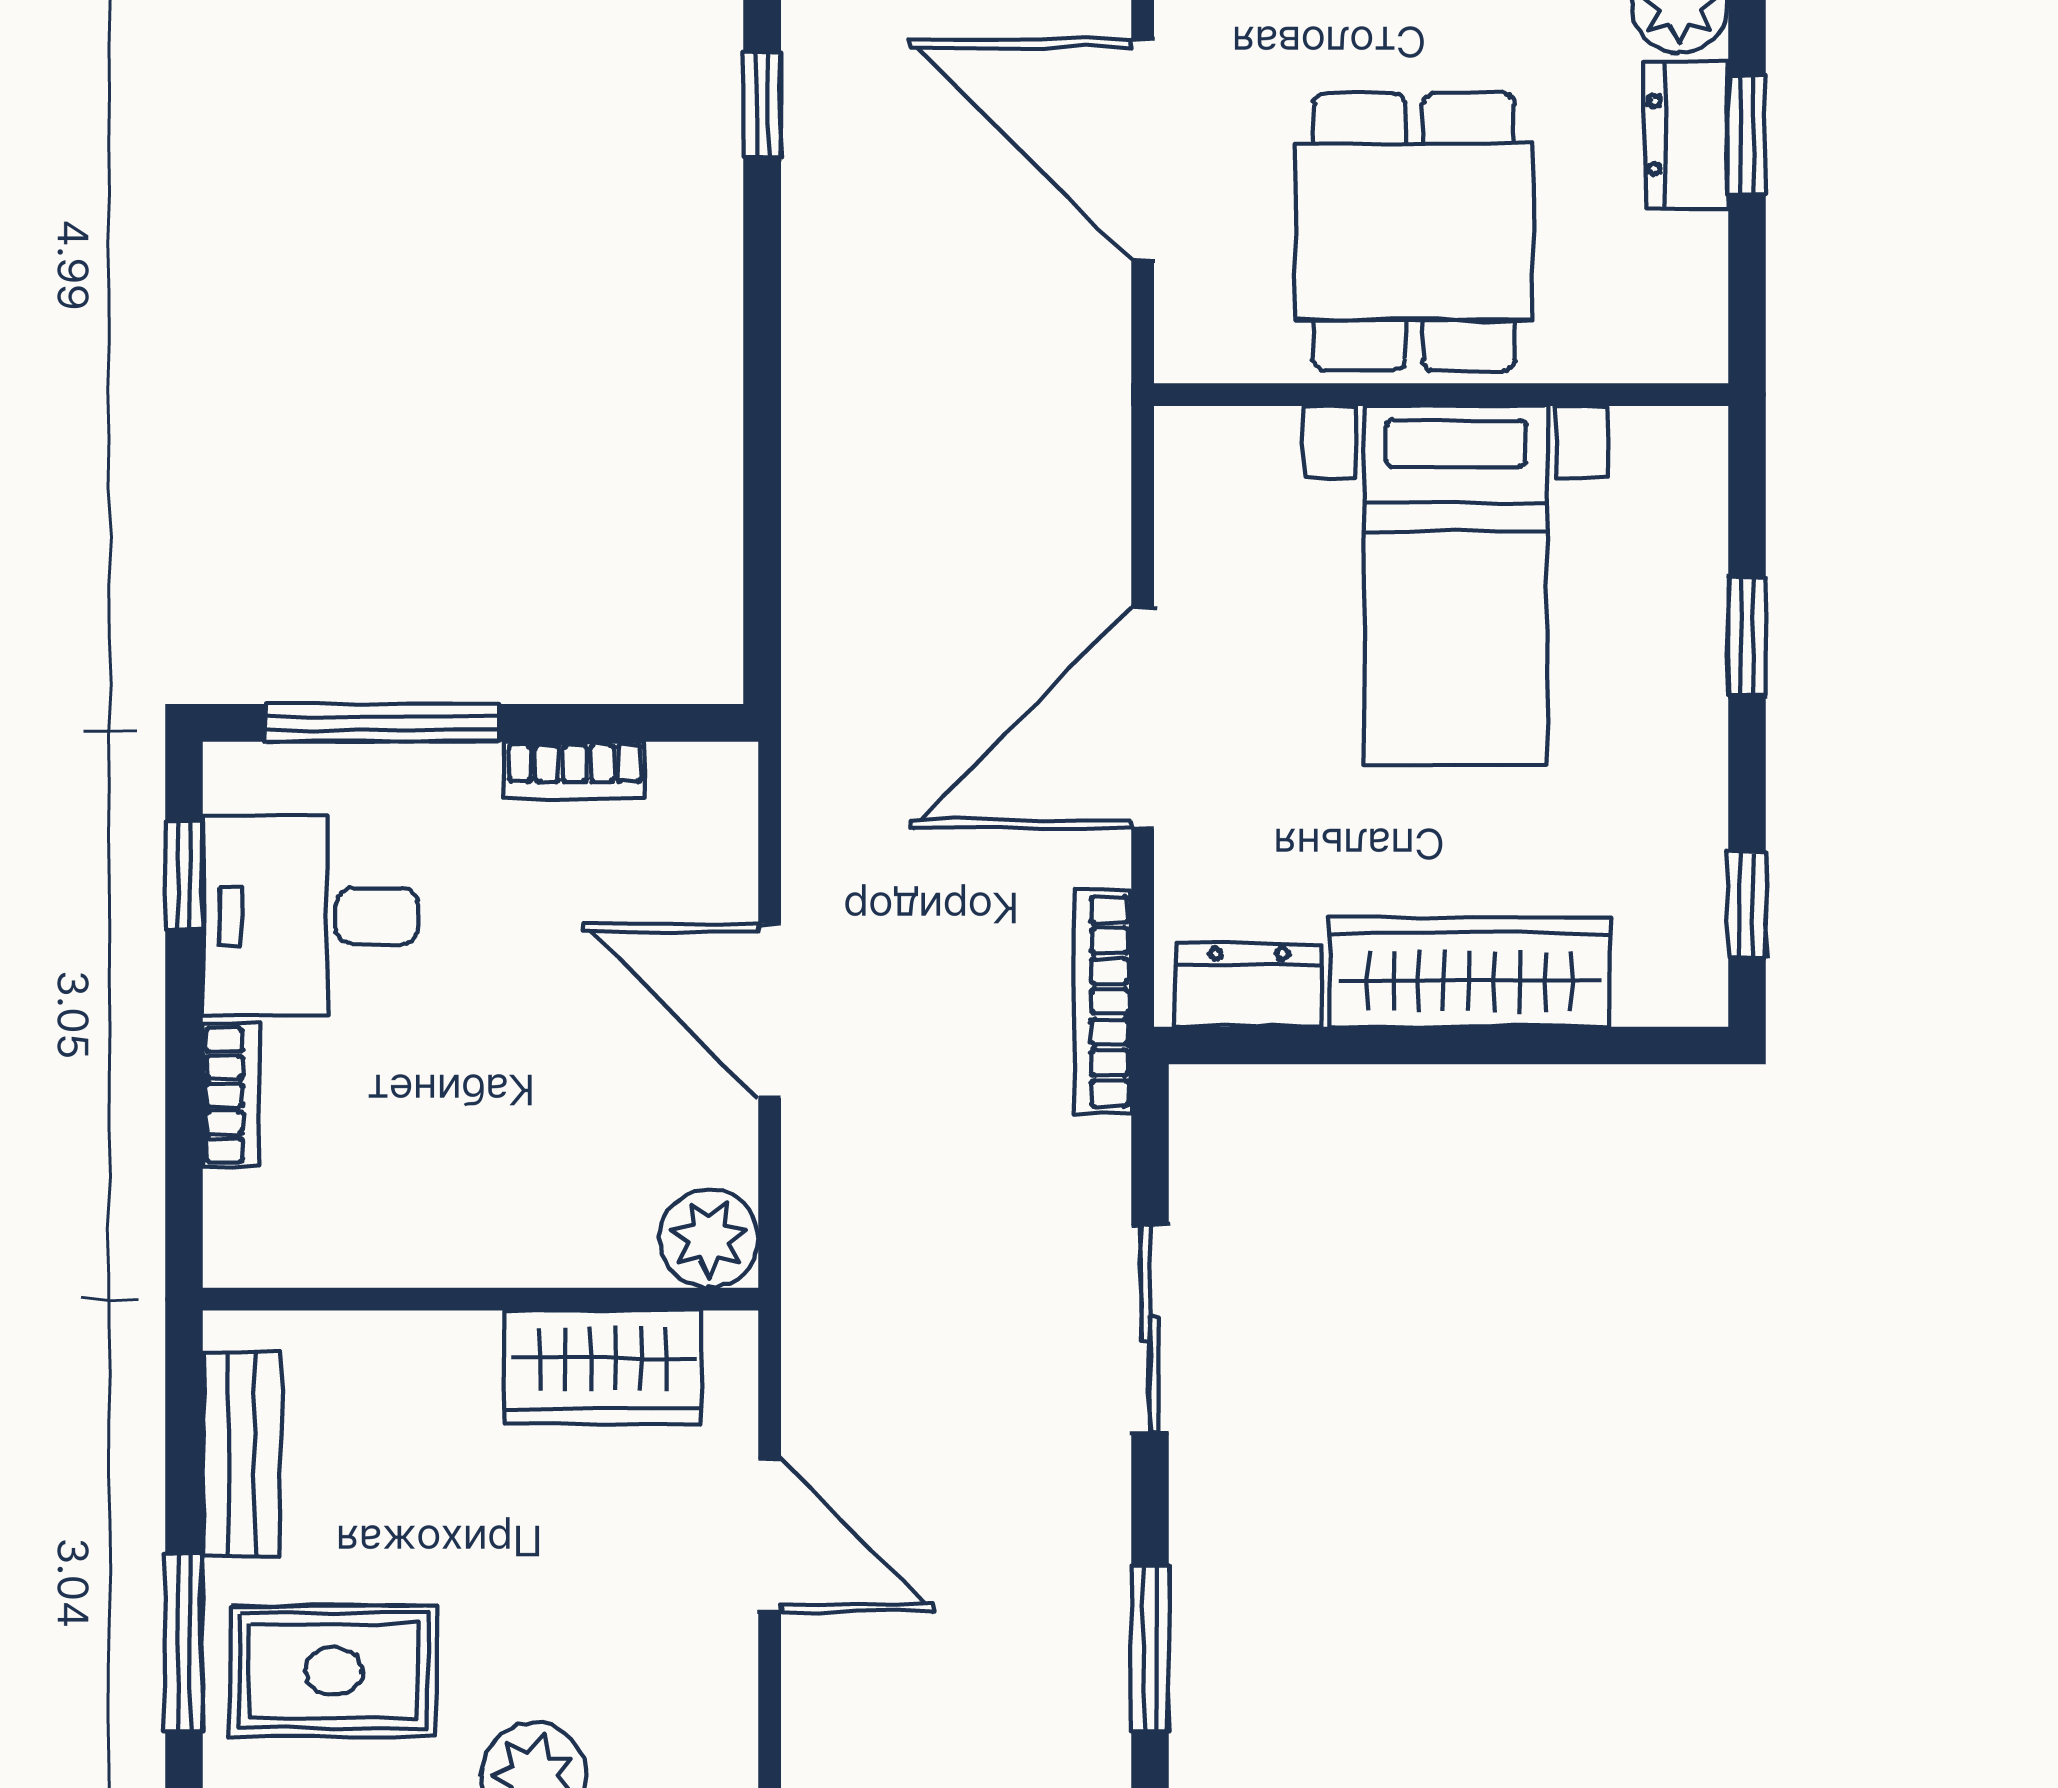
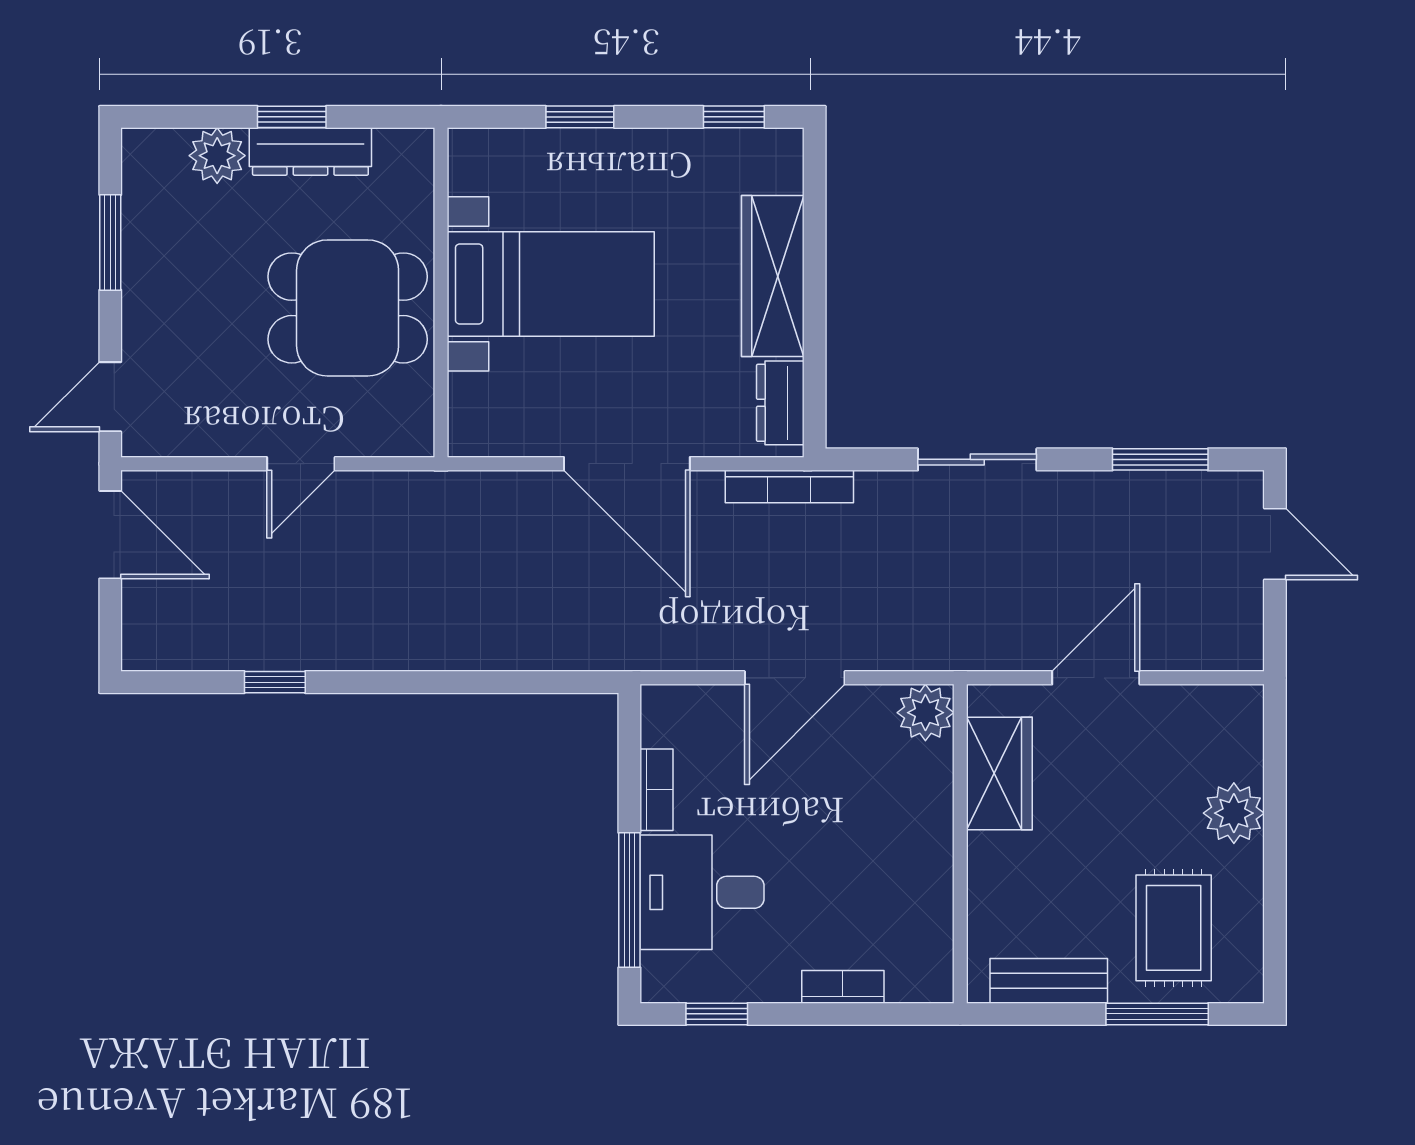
dresser: (1687, 135) -> (310, 151), width x1.44
door: (1143, 150) -> (301, 464), width x0.53
desk: (310, 916) -> (702, 892), moved, turned 90

